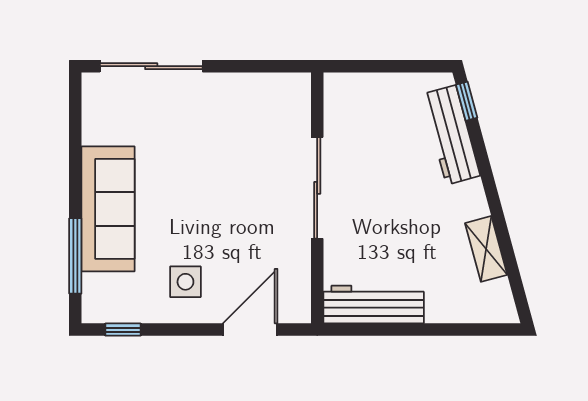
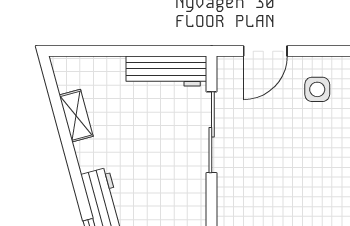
sliding door: (317, 188) -> (212, 132), moved

